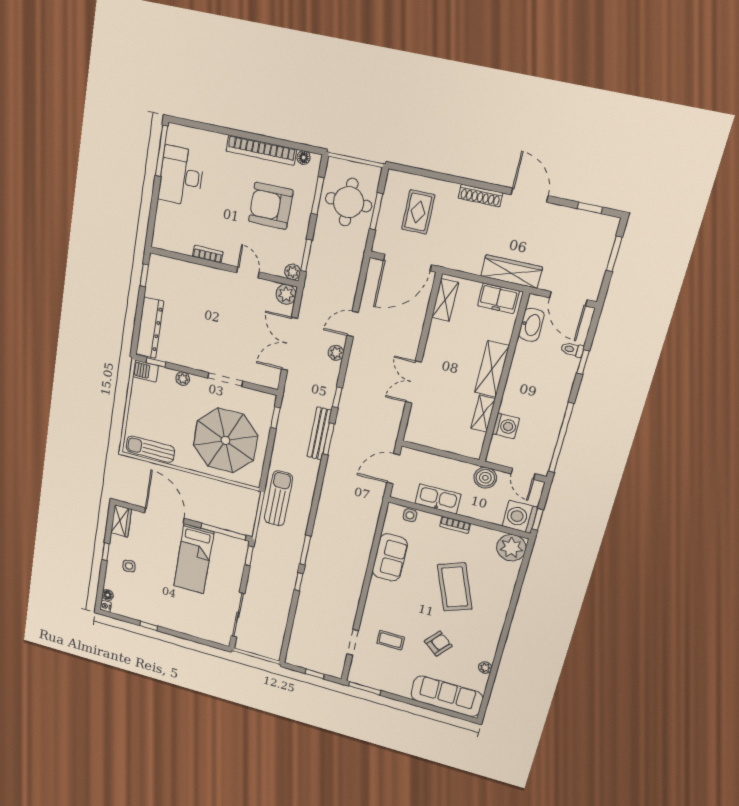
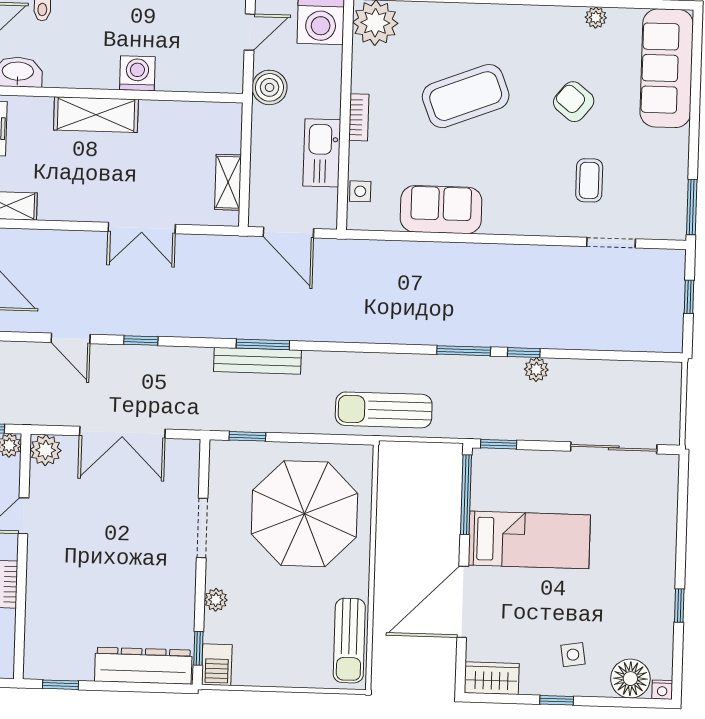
plant: (336, 353) -> (536, 369), moved
window: (337, 397) -> (141, 341), moved
shelving: (483, 414) -> (228, 182), moved, turned 90
washing machine: (506, 426) -> (137, 73), moved
floor lamp: (108, 595) -> (630, 679), width x1.89, depth x1.89

